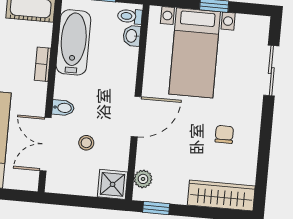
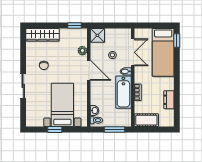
bathtub: (73, 42) -> (123, 92), moved
sliding door: (271, 71) -> (23, 86), moved
door: (136, 117) -> (89, 70), swing flipped
plant: (143, 179) -> (82, 51), moved

